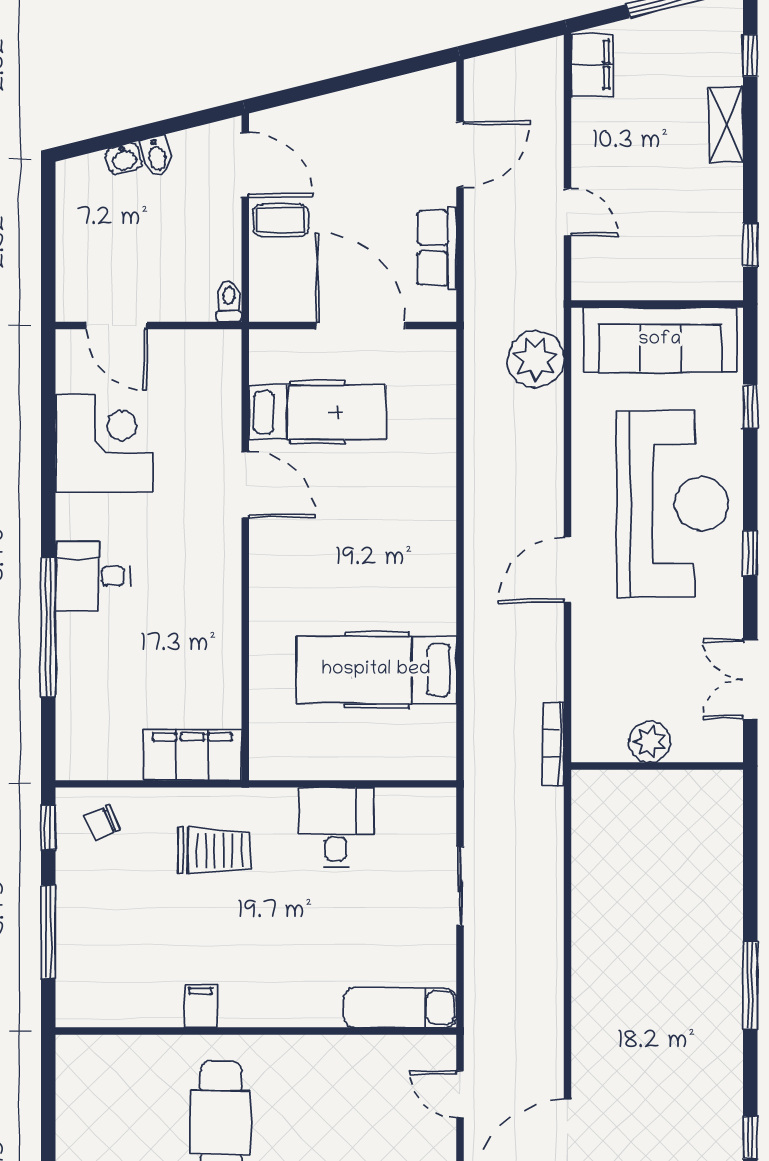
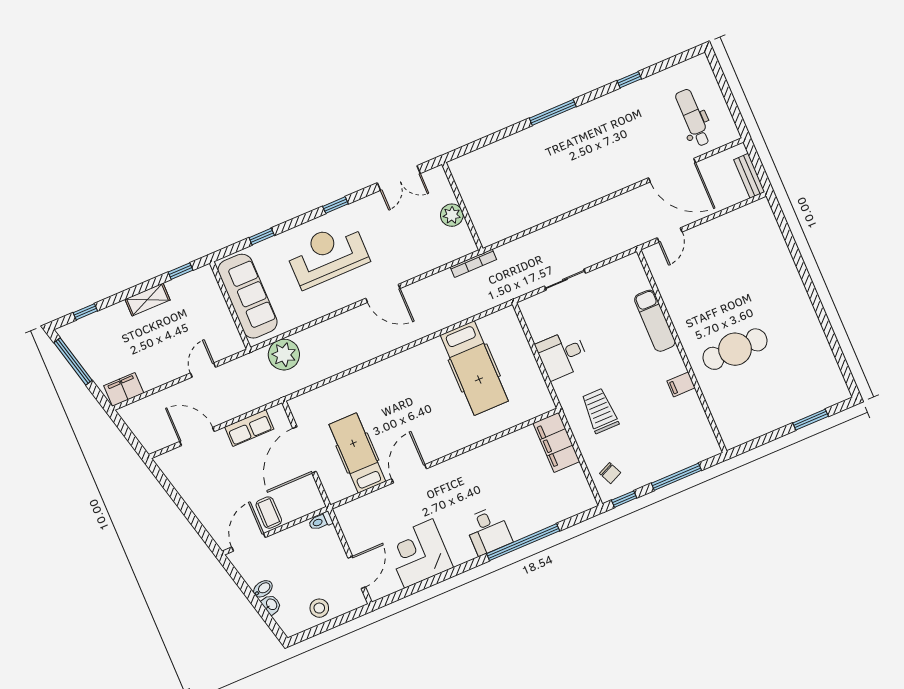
shelving: (726, 124) -> (147, 300), moved
stool: (84, 237) -> (319, 608), added
reception desk: (672, 504) -> (327, 255), width x0.74, depth x0.77
exam couch: (400, 1008) -> (655, 321), moved

